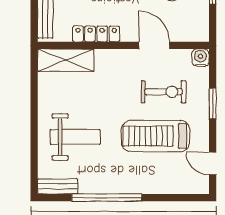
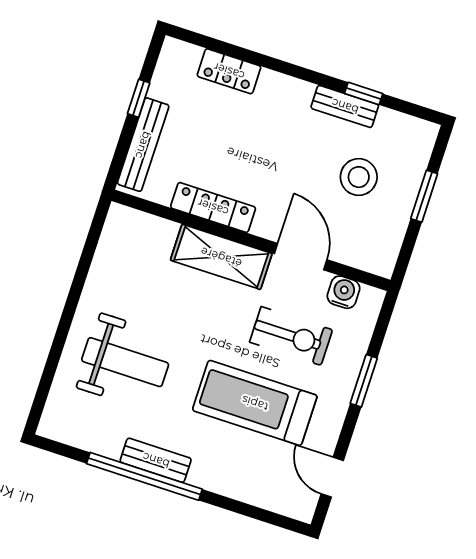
water cooler: (200, 58) -> (344, 292), moved
shelving: (66, 60) -> (221, 257), moved
bench: (58, 186) -> (156, 460), moved

